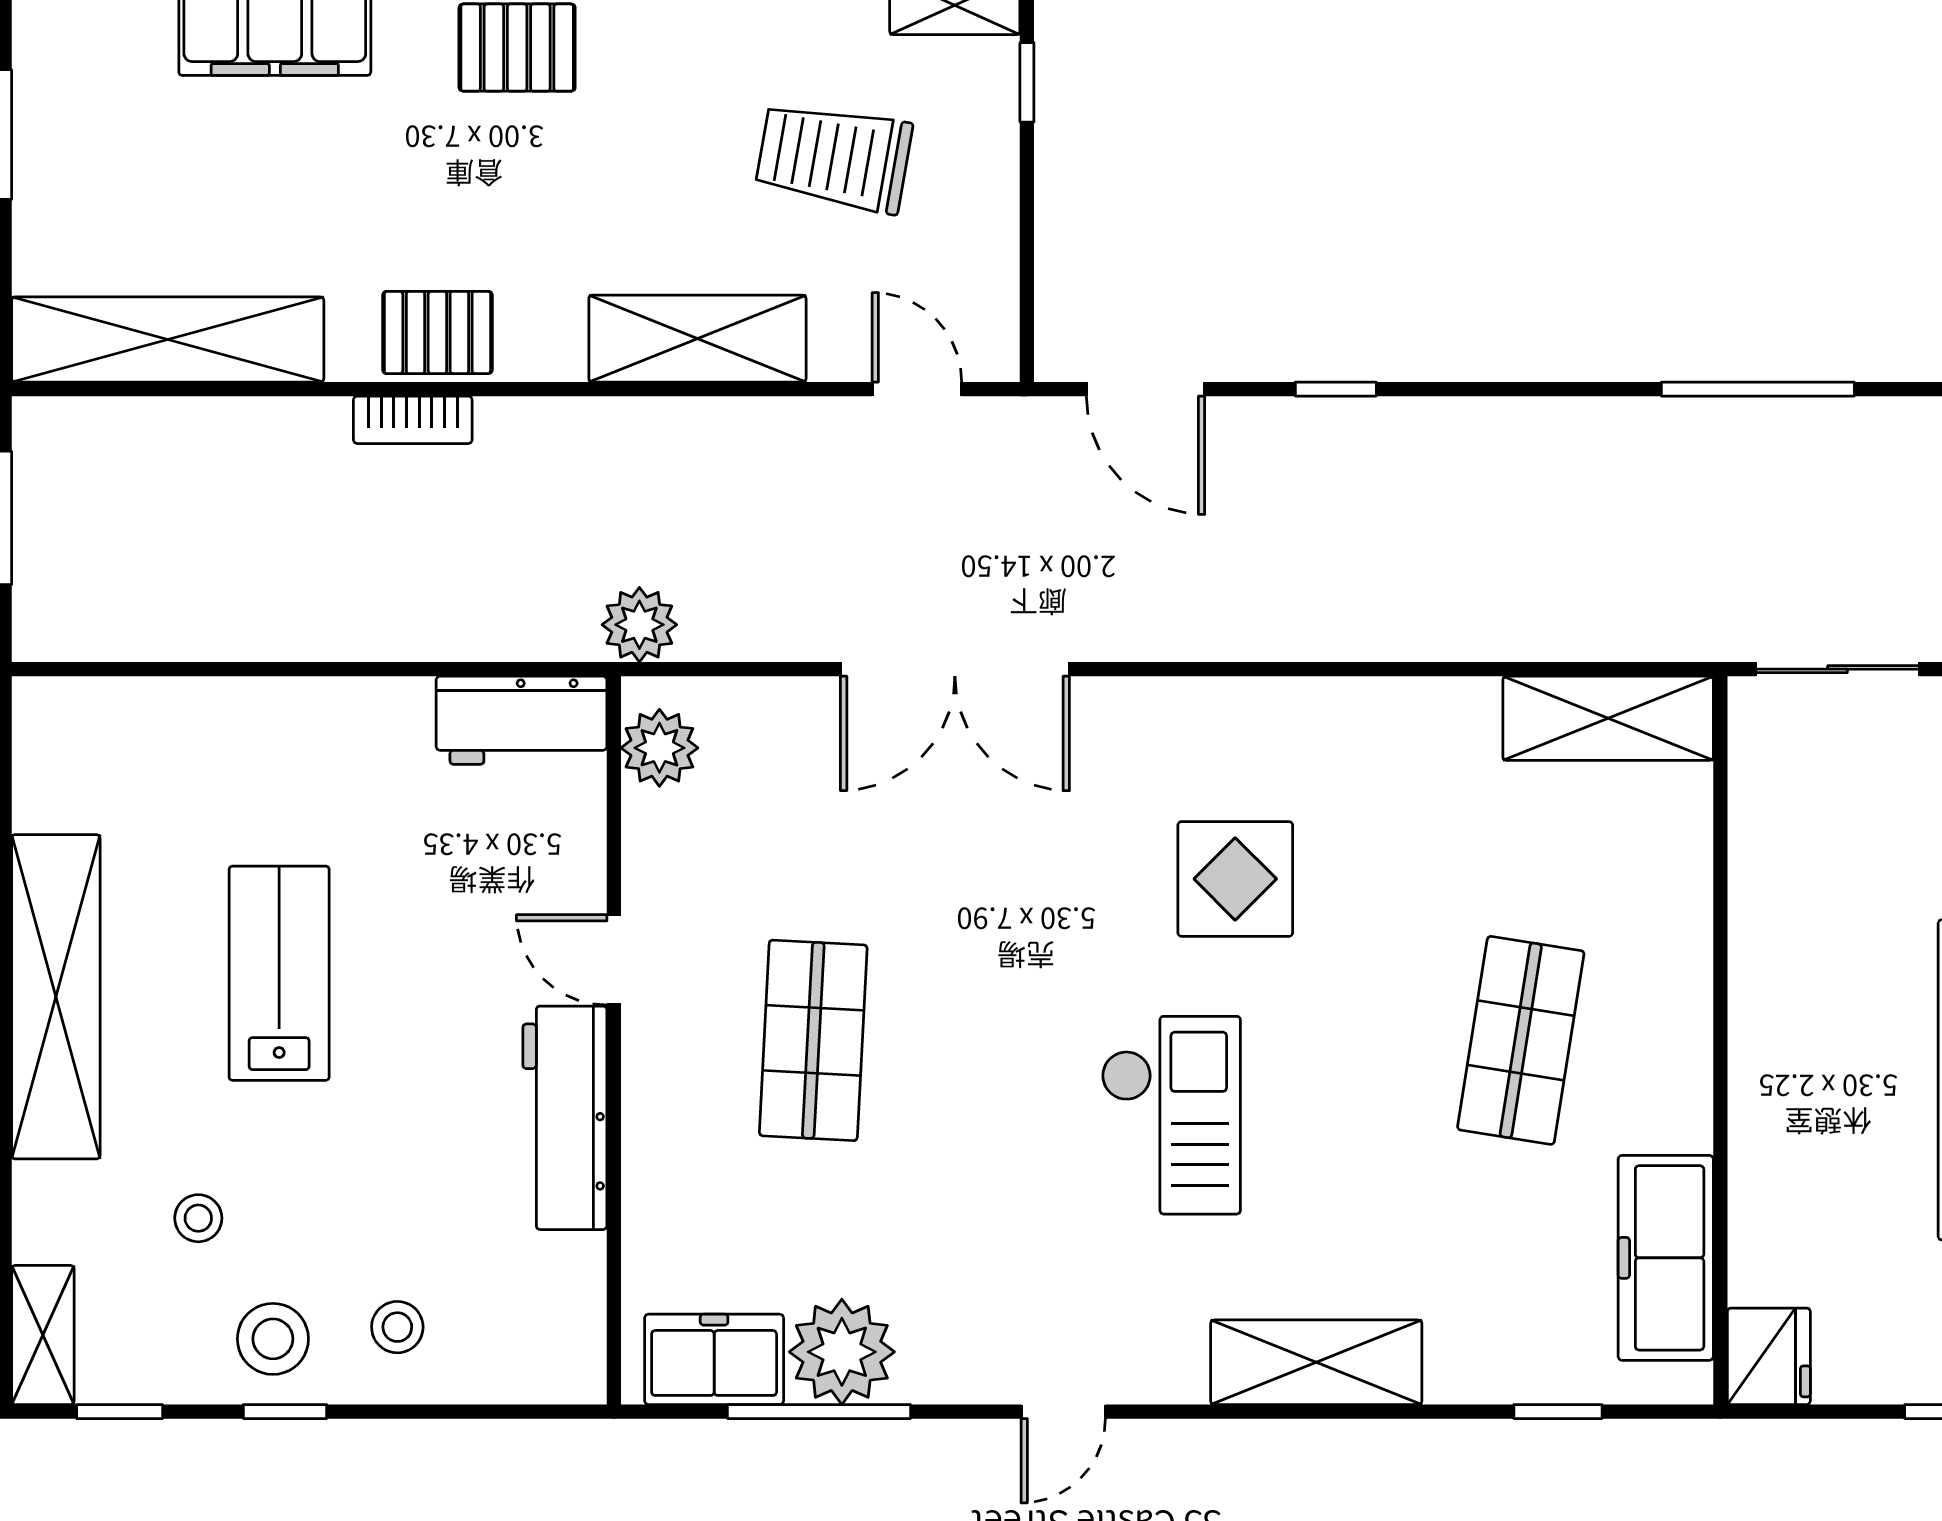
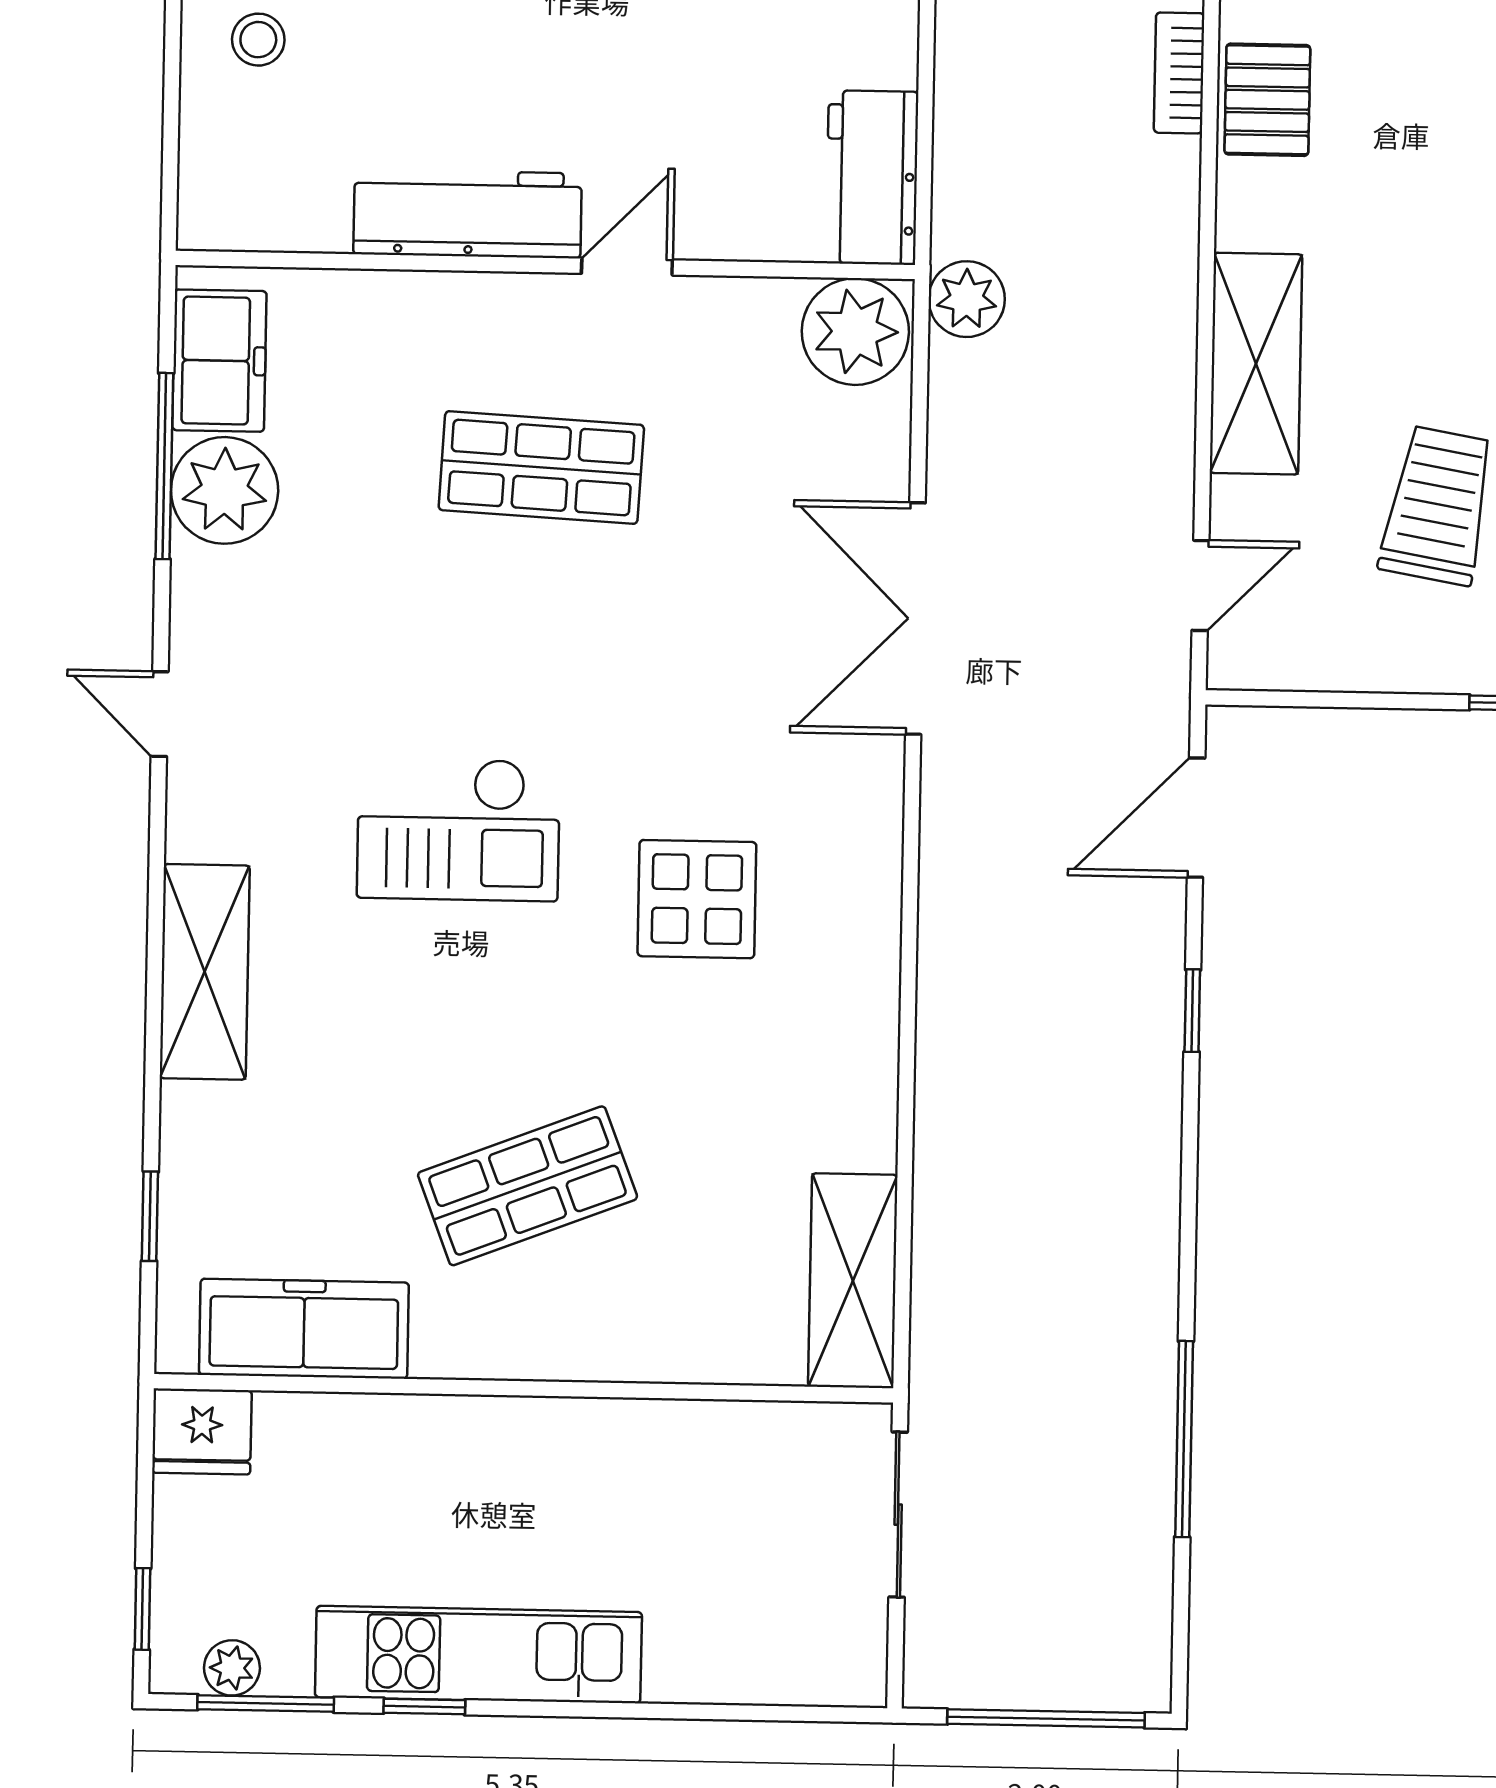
plant: (659, 748) -> (855, 332), width x1.36, depth x1.36
shop shelf: (1521, 1040) -> (528, 1186), turned -30

